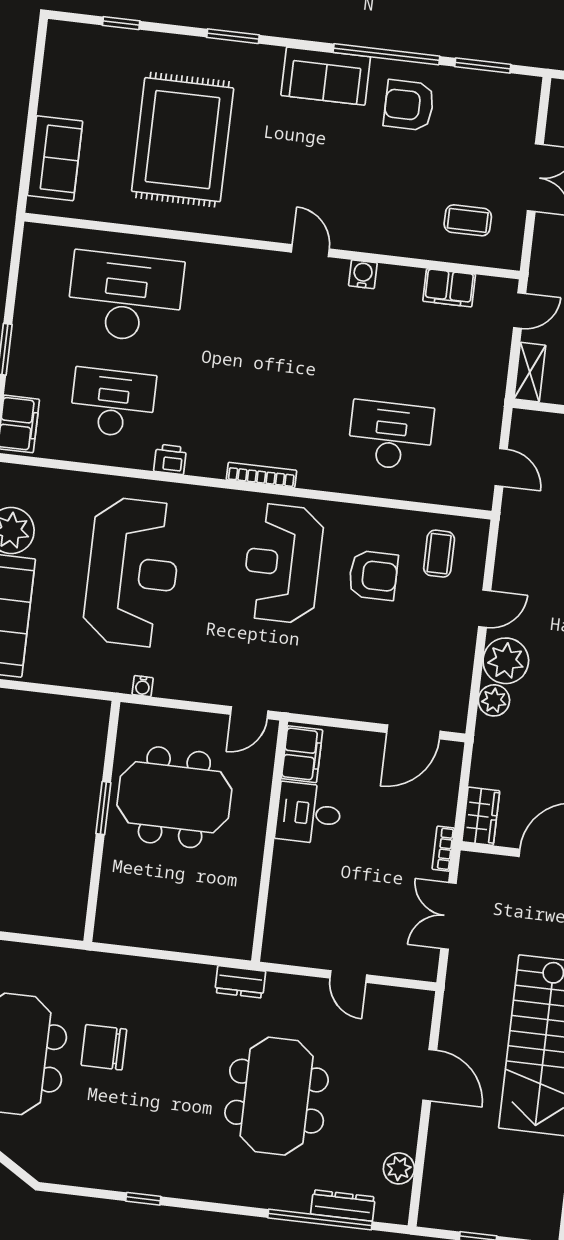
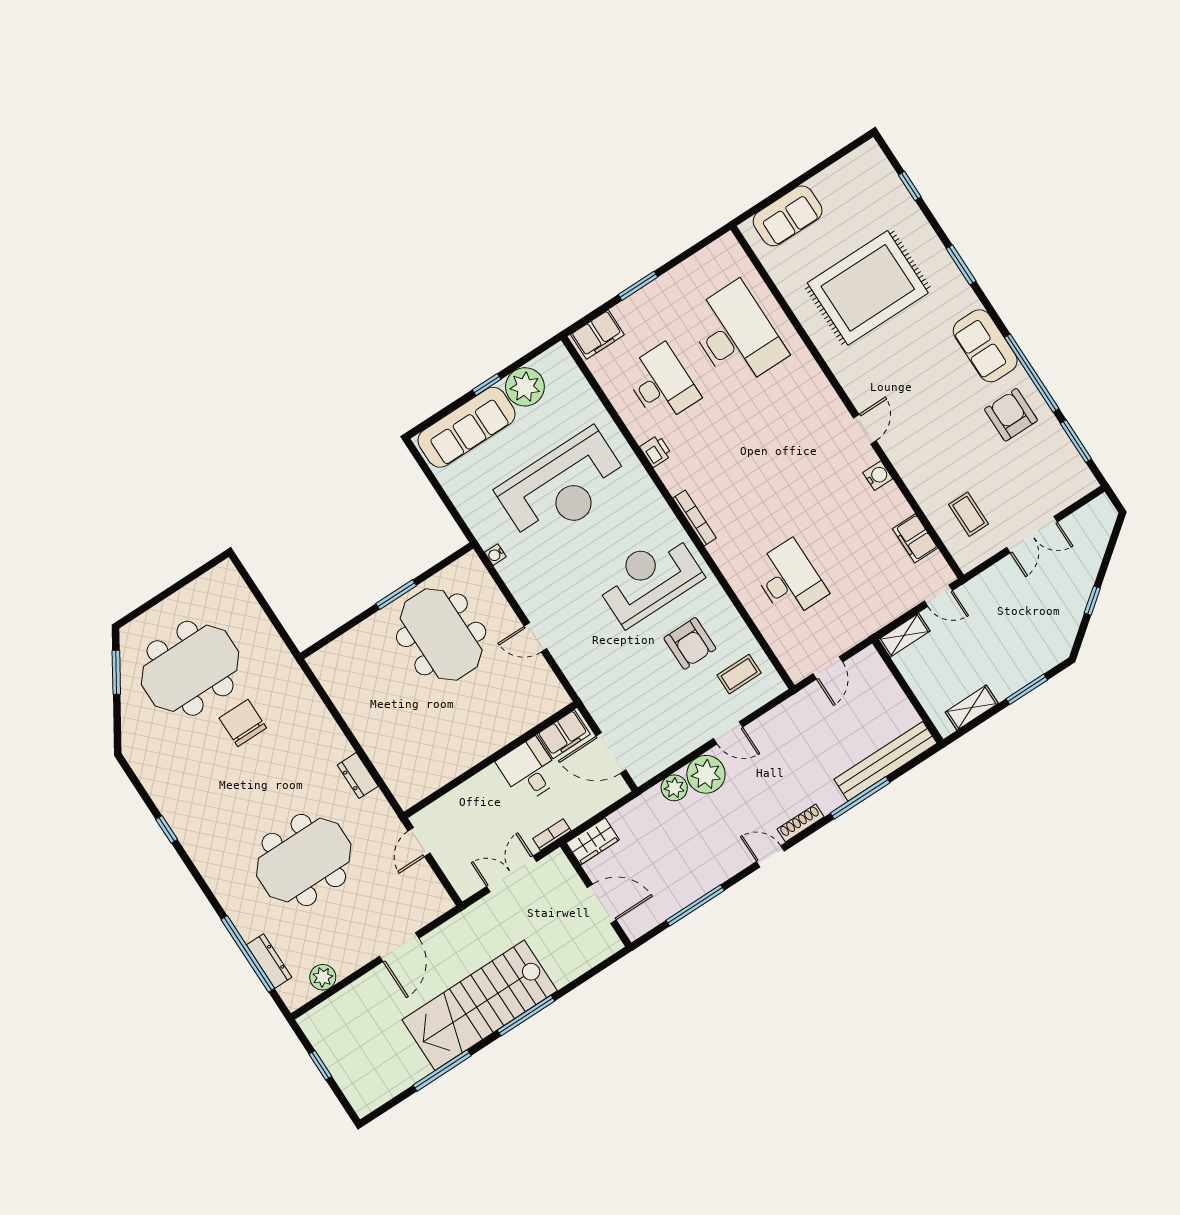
filing cabinet: (302, 754) -> (564, 734), moved
desk: (309, 813) -> (529, 770), moved
wall: (270, 841) -> (490, 760), moved

